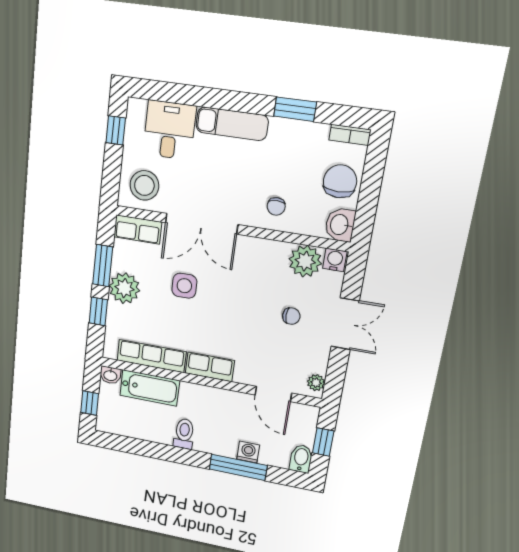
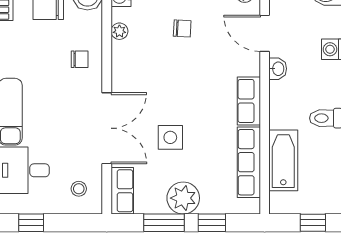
stool: (144, 185) -> (79, 189), width x0.53, depth x0.53
plant: (305, 261) -> (119, 31), width x0.53, depth x0.53
chair: (291, 316) -> (182, 28), turned 93
washbasin: (110, 375) -> (278, 69), moved
door: (273, 394) -> (265, 33), swing flipped

